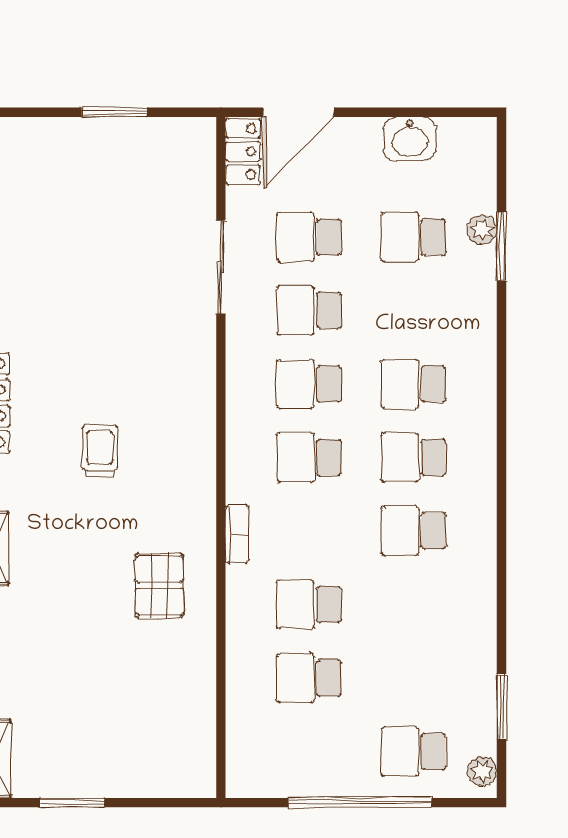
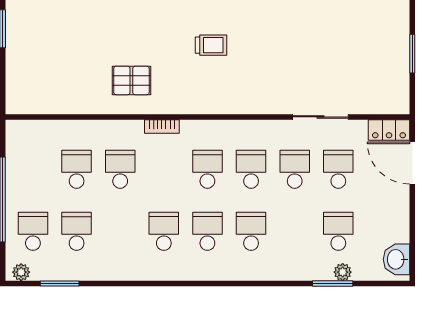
washbasin: (410, 139) -> (396, 259), moved
school desk: (413, 678) -> (77, 231), added

